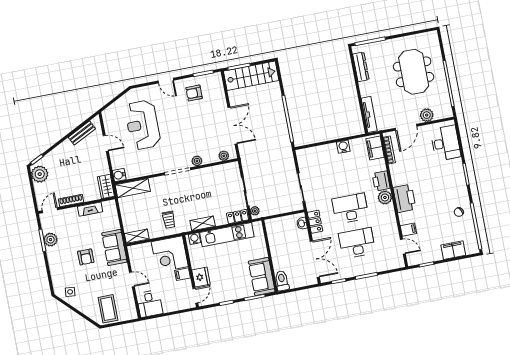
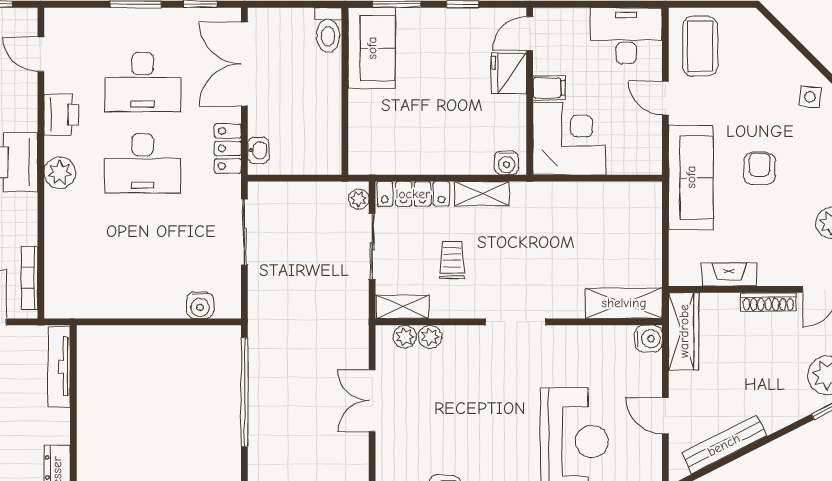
double door: (232, 126) -> (372, 401), width x0.73
bench: (82, 133) -> (724, 445), width x1.36
water cooler: (343, 147) -> (200, 305), moved
filing cabinet: (375, 148) -> (61, 288), removed
plant: (197, 161) -> (430, 337), moved
printer: (381, 181) -> (61, 115), moved
wardrobe: (106, 187) -> (684, 331), width x1.50
locker: (238, 217) -> (413, 194), width x1.53
trolley: (169, 220) -> (452, 260), moved
filing cabinet: (408, 230) -> (21, 90), removed
kitchen unit: (227, 235) -> (432, 158), removed
shelving: (137, 236) -> (402, 307), moved
sofa: (114, 248) -> (691, 177), width x1.36
desk: (150, 304) -> (626, 36), width x1.37
coffee table: (108, 309) -> (700, 46), moved

